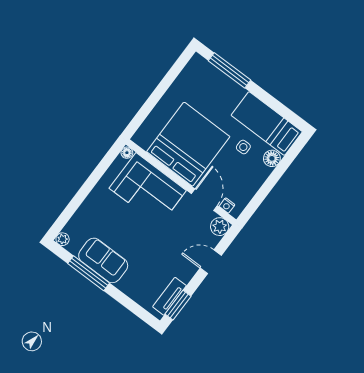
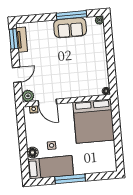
window: (230, 70) -> (70, 179), moved
bed: (188, 144) -> (94, 121), moved
corner sofa: (148, 189) -> (80, 82), removed

